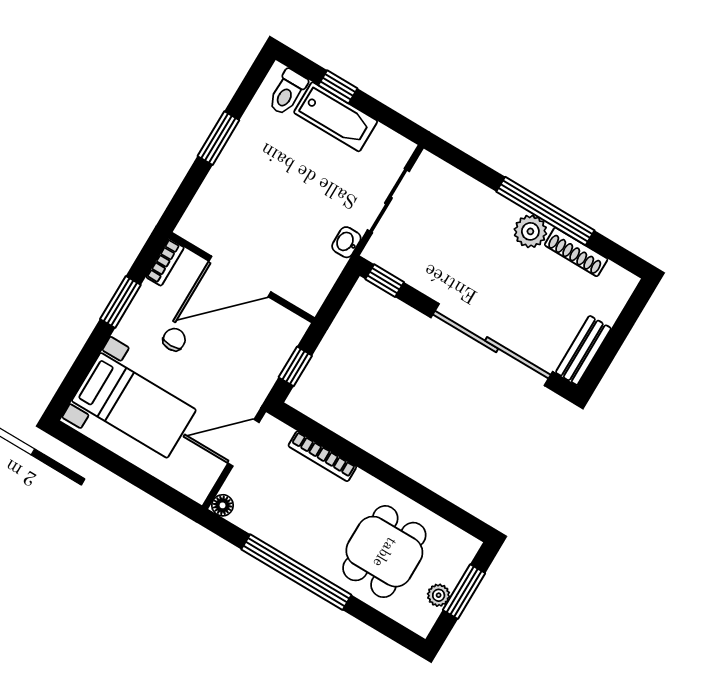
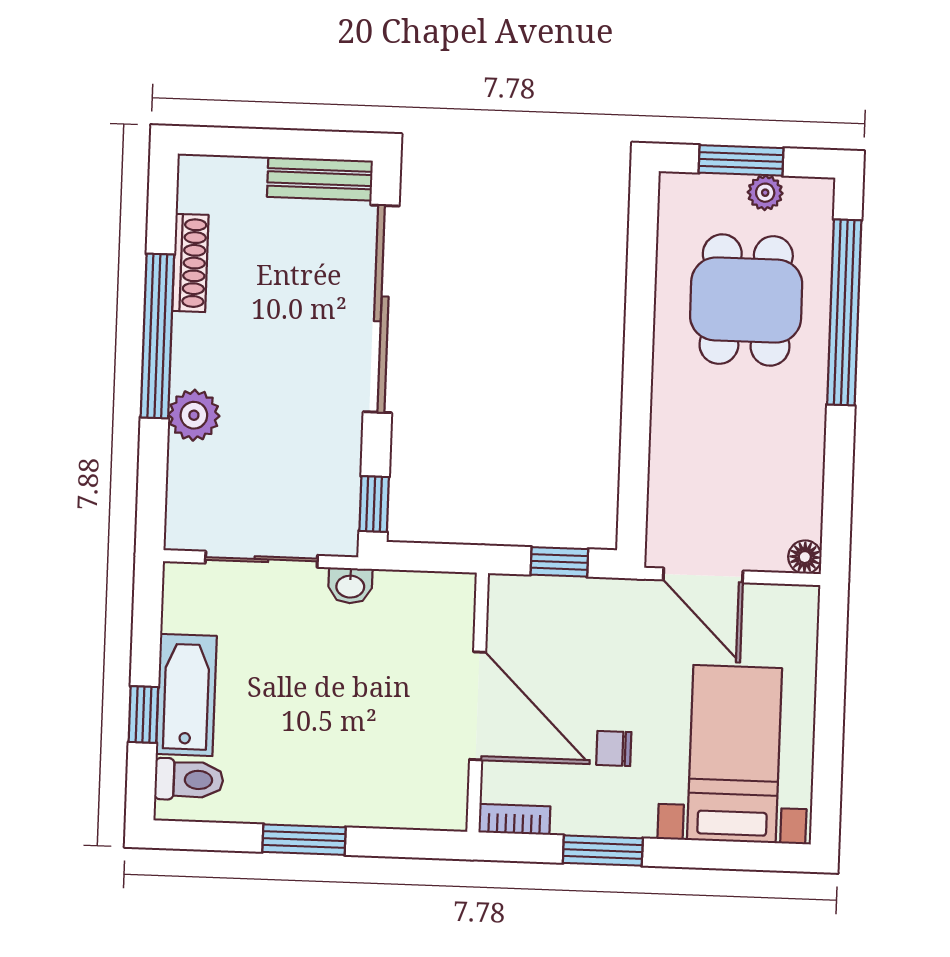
plant: (530, 231) -> (194, 415), moved
bookcase: (322, 456) -> (662, 457), removed
dining table: (384, 552) -> (746, 300), turned 90
window: (296, 572) -> (844, 312), moved

